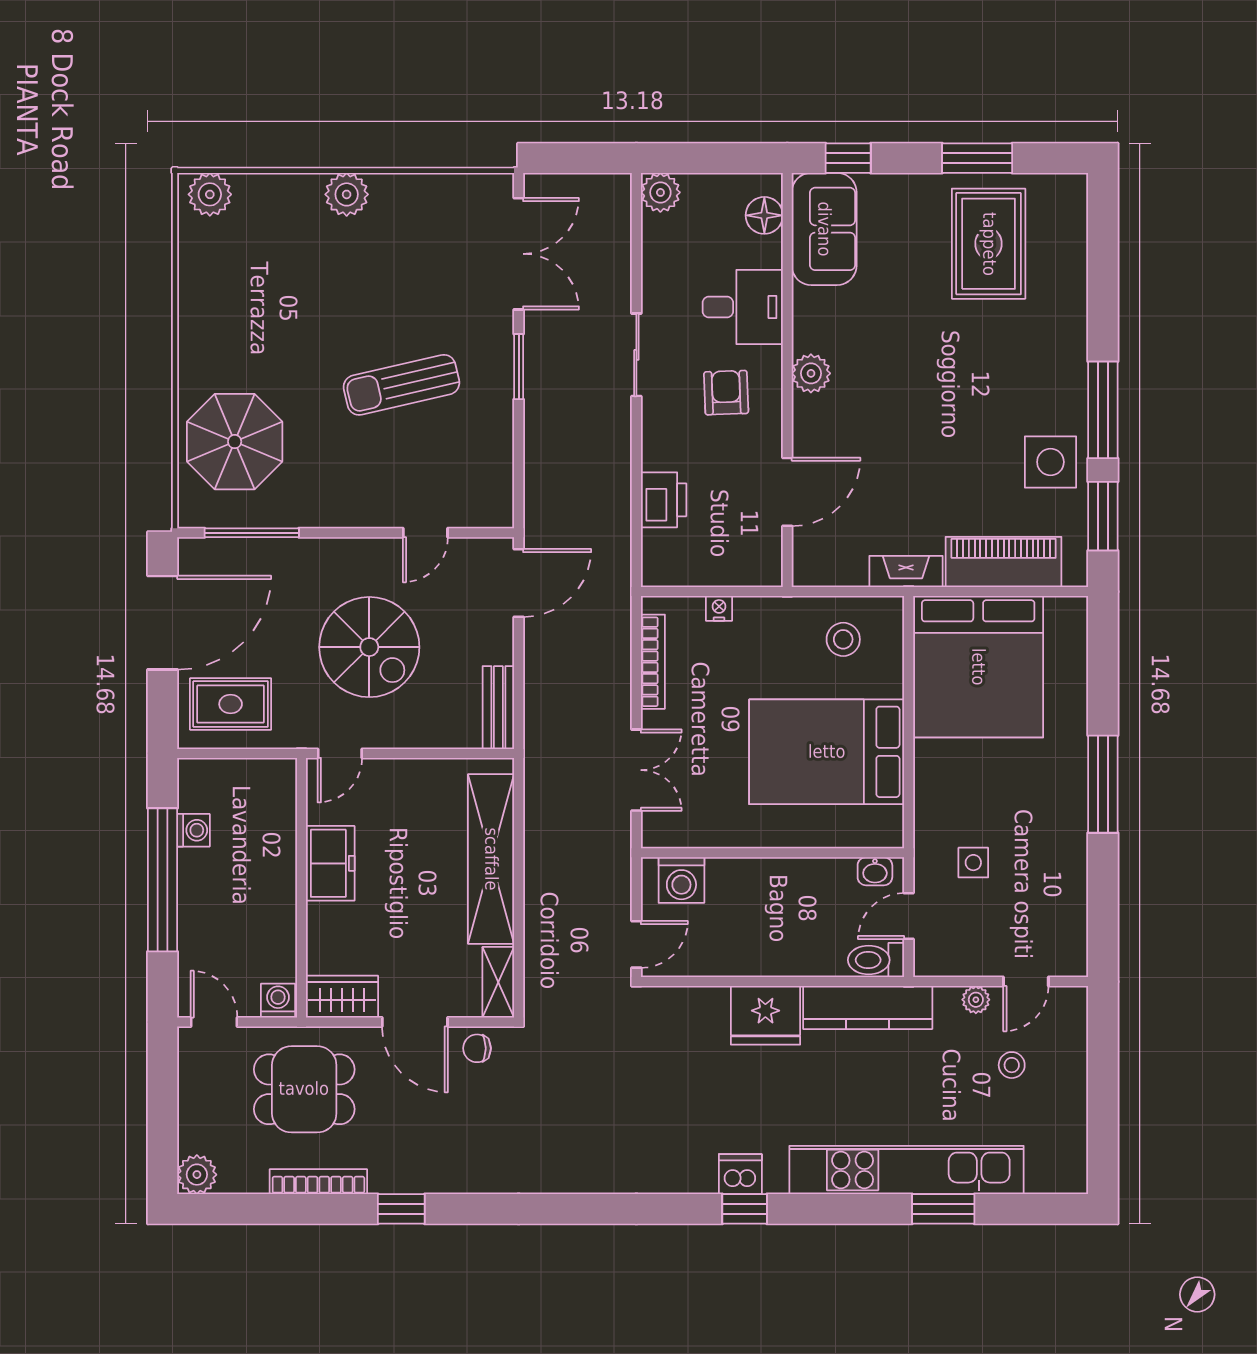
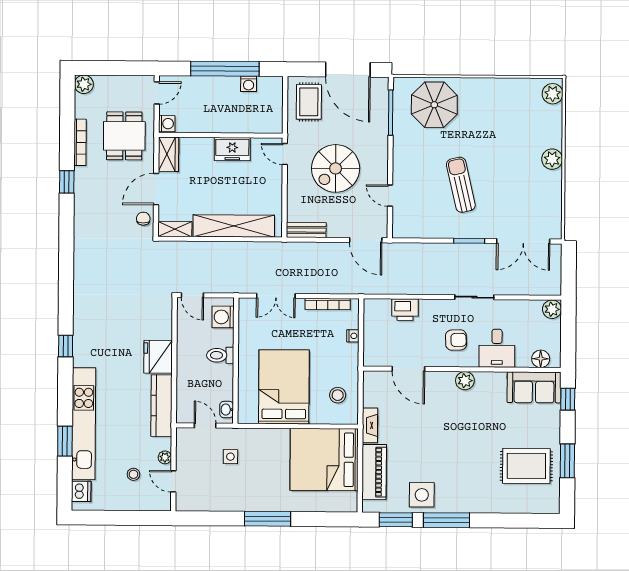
toilet: (876, 960) -> (220, 355), moved, turned -90
dishwasher: (740, 1174) -> (81, 491), moved

